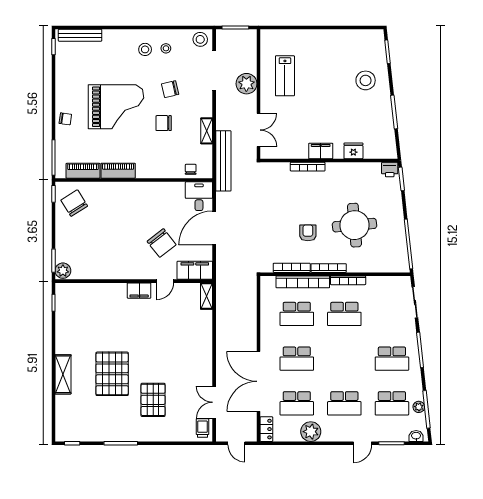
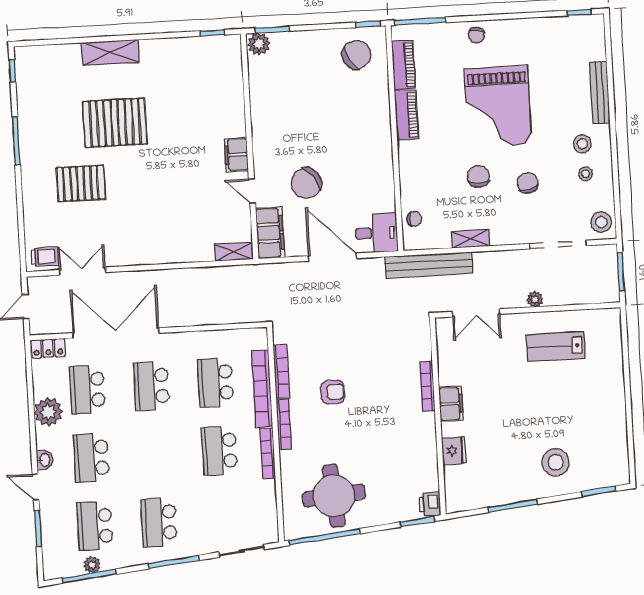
bench: (80, 35) -> (600, 93), moved
plant: (246, 84) -> (535, 299), width x0.53, depth x0.53
round table: (355, 225) -> (334, 496), moved
washbasin: (416, 436) -> (44, 460), moved

